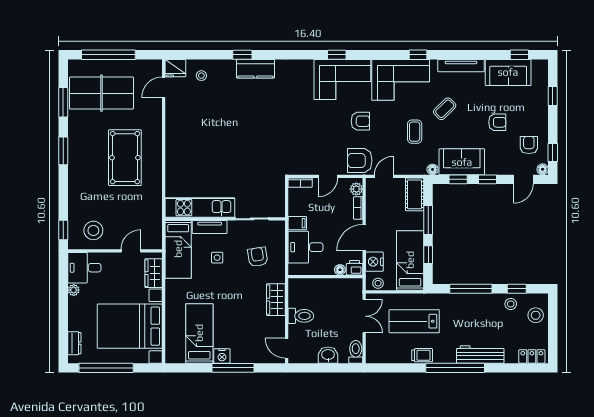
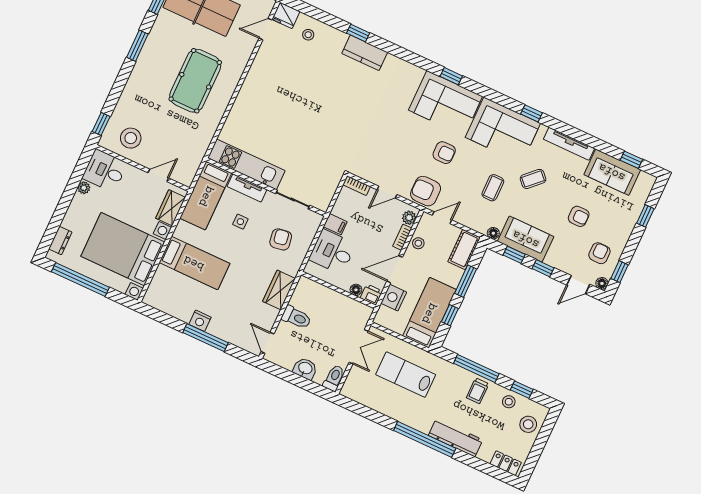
stool: (378, 283) -> (418, 243), moved
bed: (199, 333) -> (194, 263), moved, turned 90
trolley: (422, 355) -> (478, 391), moved, turned 90

